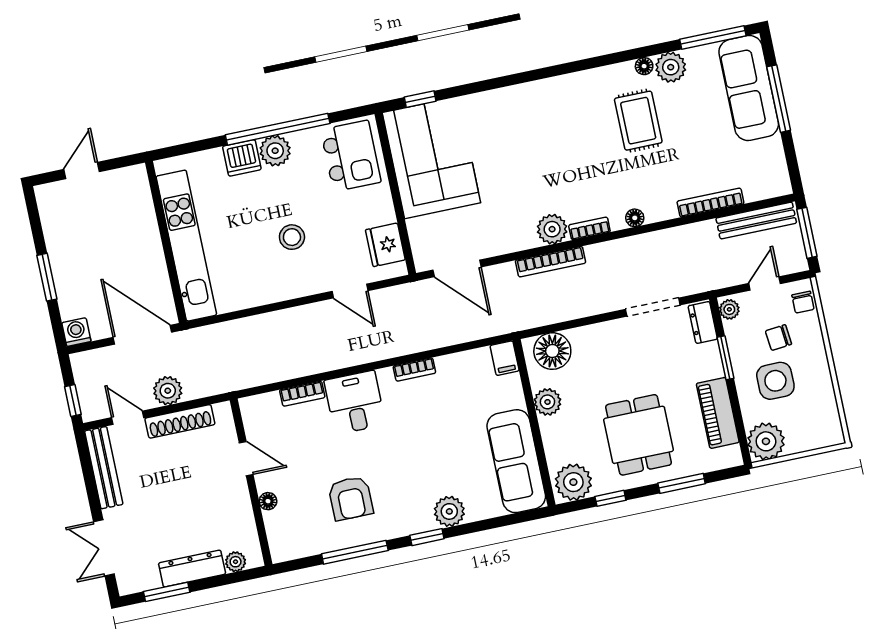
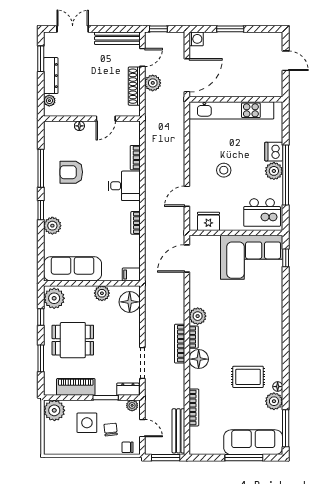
floor lamp: (635, 218) -> (199, 359), width x1.89, depth x1.89
bookcase: (551, 262) -> (180, 344), moved

